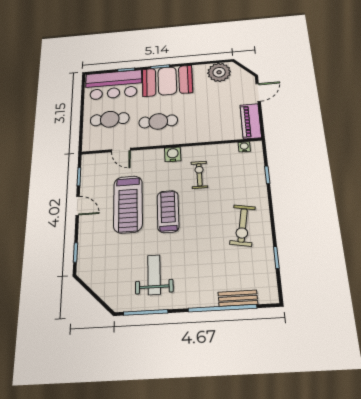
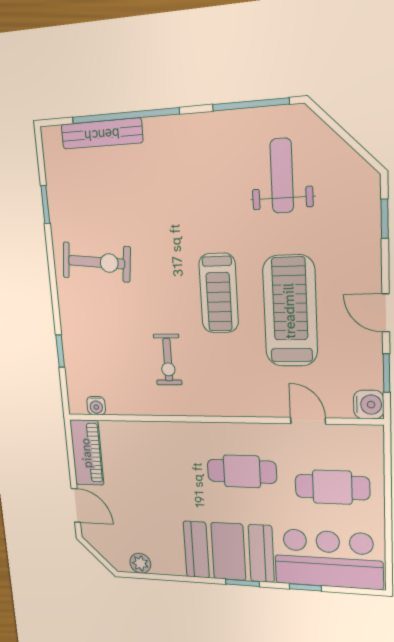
plant: (219, 72) -> (140, 563), width x0.53, depth x0.53
door: (258, 92) -> (76, 505), swing flipped
water cooler: (173, 154) -> (369, 405), moved, turned -90
exercise bike: (243, 225) -> (97, 262), turned 86
weight bench: (154, 275) -> (282, 176), moved, turned 180
bench: (238, 298) -> (102, 134), width x1.36

